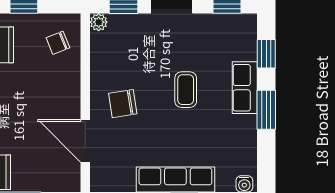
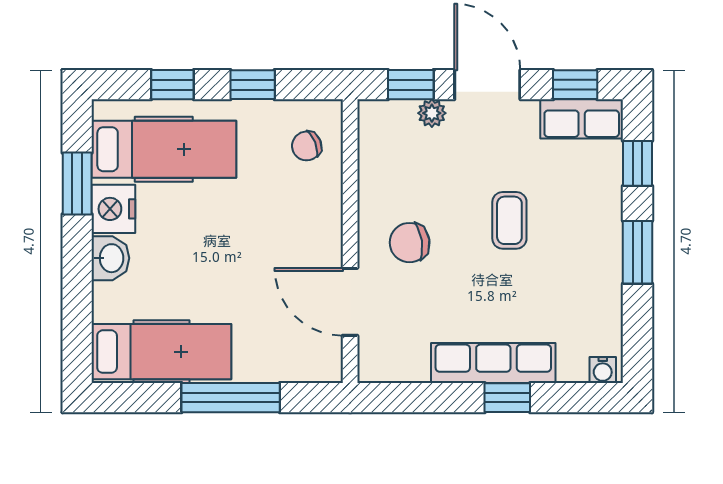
plant: (99, 22) -> (432, 113), moved
row of seats: (245, 88) -> (582, 119), moved, turned -90

